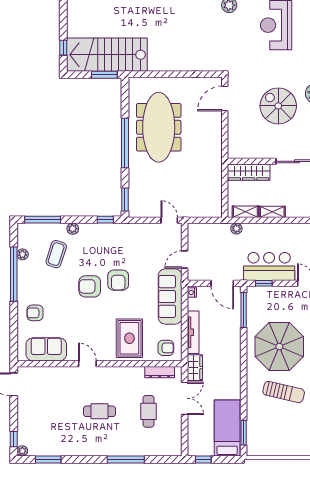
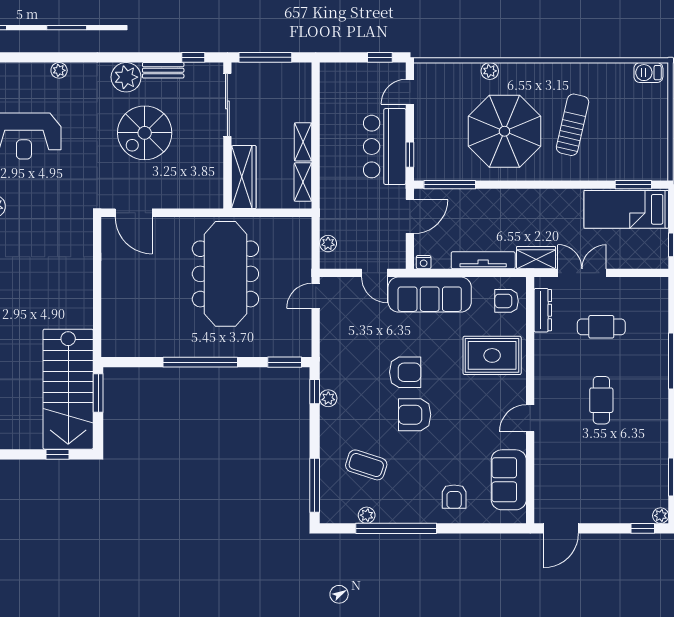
meeting table: (159, 127) -> (225, 274), moved, turned 90
plant: (73, 229) -> (328, 398), moved
plant: (236, 229) -> (328, 244), moved
armchair: (90, 286) -> (415, 415), turned 90
armchair: (166, 348) -> (507, 301), turned -90

